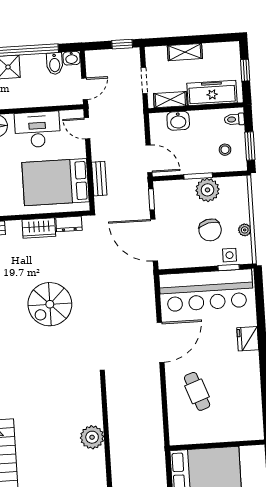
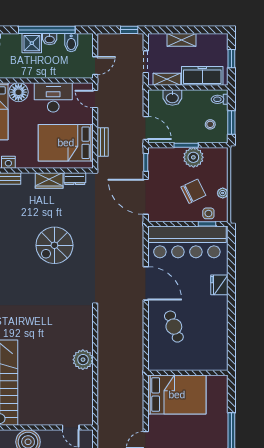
washbasin: (71, 58) -> (50, 39), moved
chair: (210, 230) -> (193, 191), turned -104
door: (161, 342) -> (146, 283), hinge flipped

